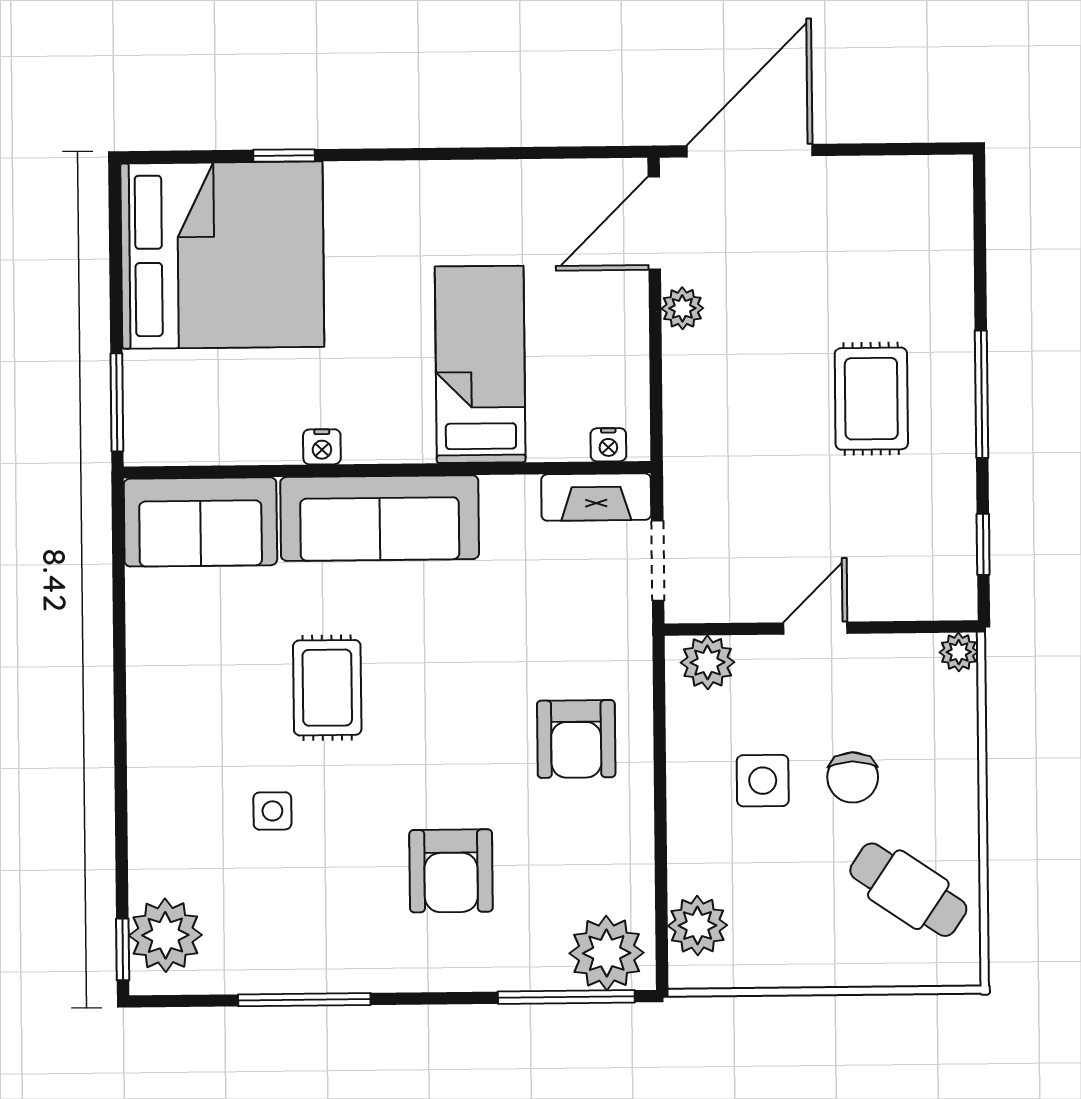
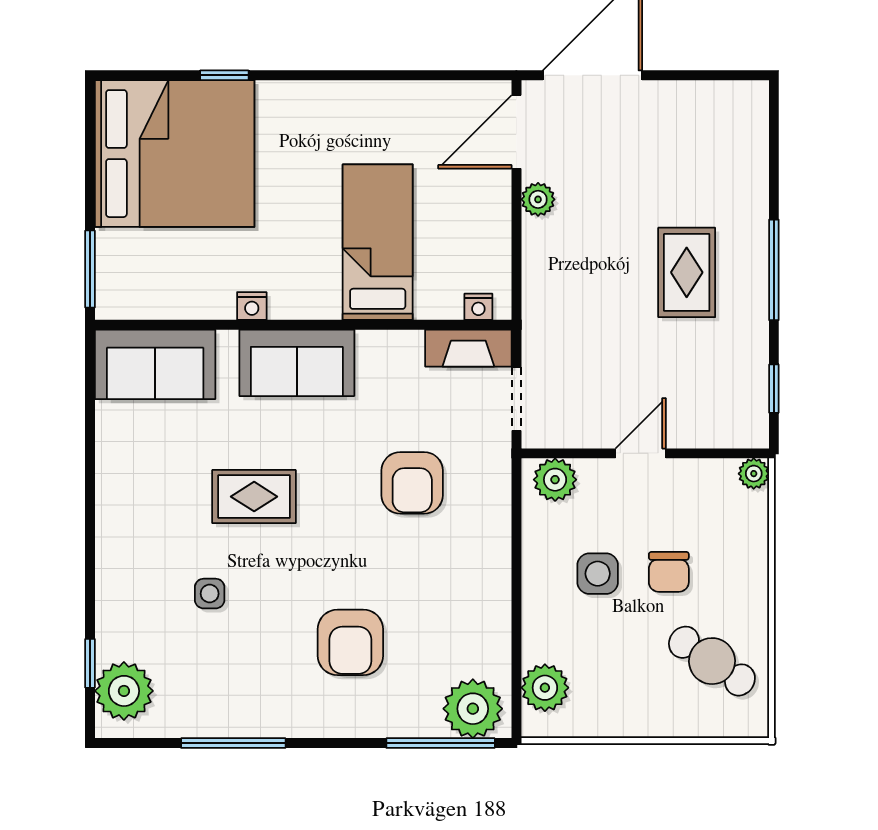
sofa: (380, 518) -> (297, 363), width x0.73
rug: (327, 688) -> (254, 497), turned 90
armchair: (576, 739) -> (412, 483), moved
window: (123, 949) -> (90, 663), moved

